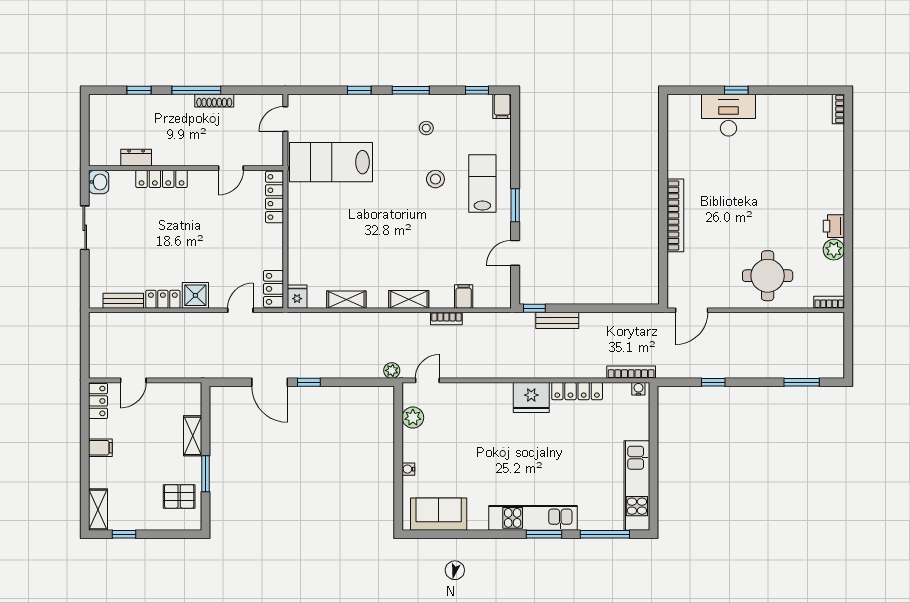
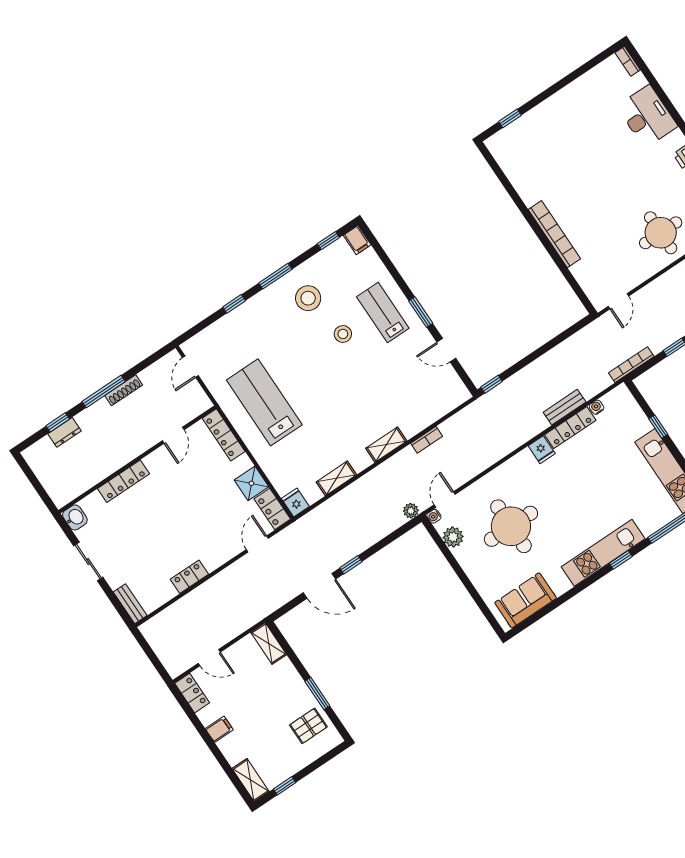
window: (736, 90) -> (510, 118), moved
desk: (729, 115) -> (647, 116), moved, turned 90
stool: (426, 128) -> (308, 298), width x1.89, depth x1.89
dresser: (136, 158) -> (64, 432), moved, turned 180
lab bench: (331, 162) -> (264, 402), moved, turned 90
door: (515, 253) -> (446, 350), hinge flipped
shower: (195, 295) -> (251, 483), moved
filing cabinet: (464, 296) -> (429, 413), removed
bench: (123, 301) -> (130, 604), moved, turned 90
door: (692, 310) -> (618, 301), width x0.73
bench: (557, 320) -> (565, 407), moved
bookcase: (631, 372) -> (631, 365), moved
door: (133, 380) -> (209, 658), hinge flipped
water cooler: (638, 389) -> (597, 407), moved
fridge: (531, 397) -> (542, 450), width x0.53, depth x0.75
shelving: (193, 436) -> (269, 643), moved
window: (653, 441) -> (658, 427), added
round table: (469, 442) -> (511, 526), added
water cooler: (408, 469) -> (434, 516), moved
window: (544, 534) -> (621, 560), width x0.67

